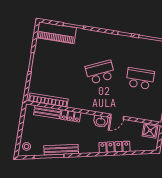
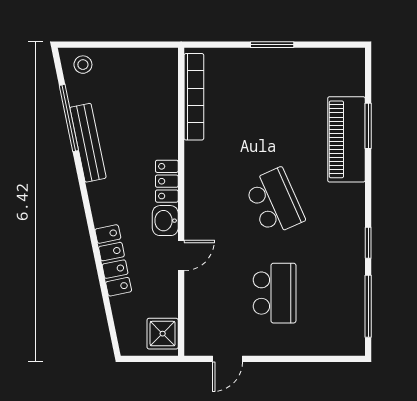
piano: (56, 33) -> (346, 139), moved
bench: (47, 112) -> (167, 98), removed
locker: (71, 116) -> (167, 181), moved
door: (117, 117) -> (181, 255), swing flipped

